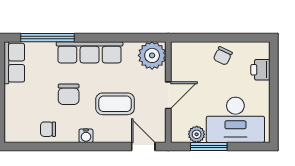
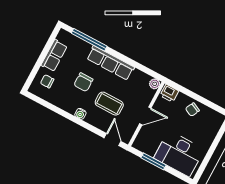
plant: (152, 55) -> (155, 84), width x0.53, depth x0.53
row of seats: (14, 63) -> (54, 56), moved
printer: (260, 70) -> (169, 93), moved, turned -90
chair: (48, 129) -> (47, 81), moved
plant: (197, 134) -> (150, 150), removed

